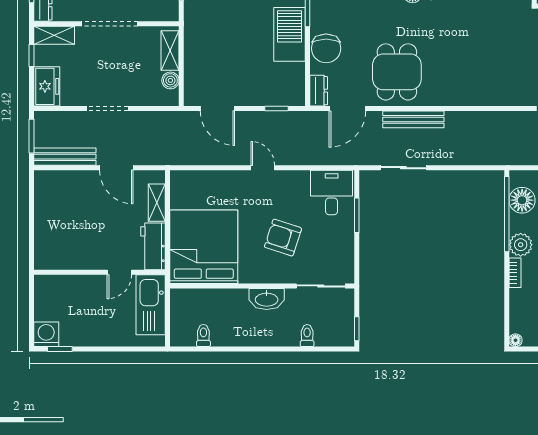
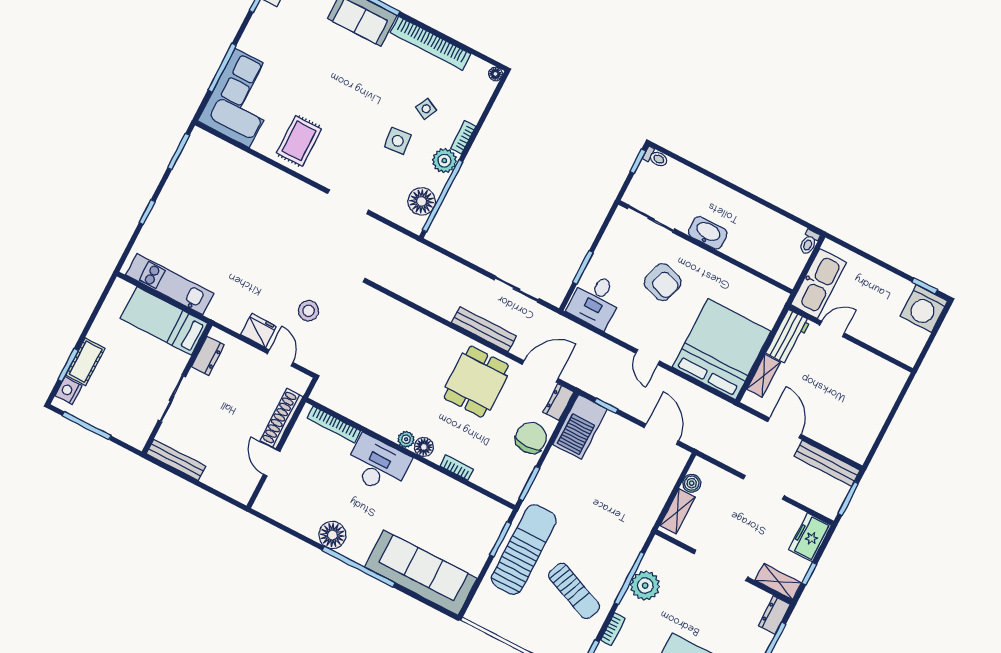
barbecue: (290, 34) -> (580, 427), moved
bed: (204, 247) -> (722, 349), moved, turned 180
washing machine: (46, 334) -> (924, 308), width x1.37, depth x1.37
toilet: (203, 336) -> (809, 242), moved
toilet: (307, 336) -> (656, 158), moved, turned -90

